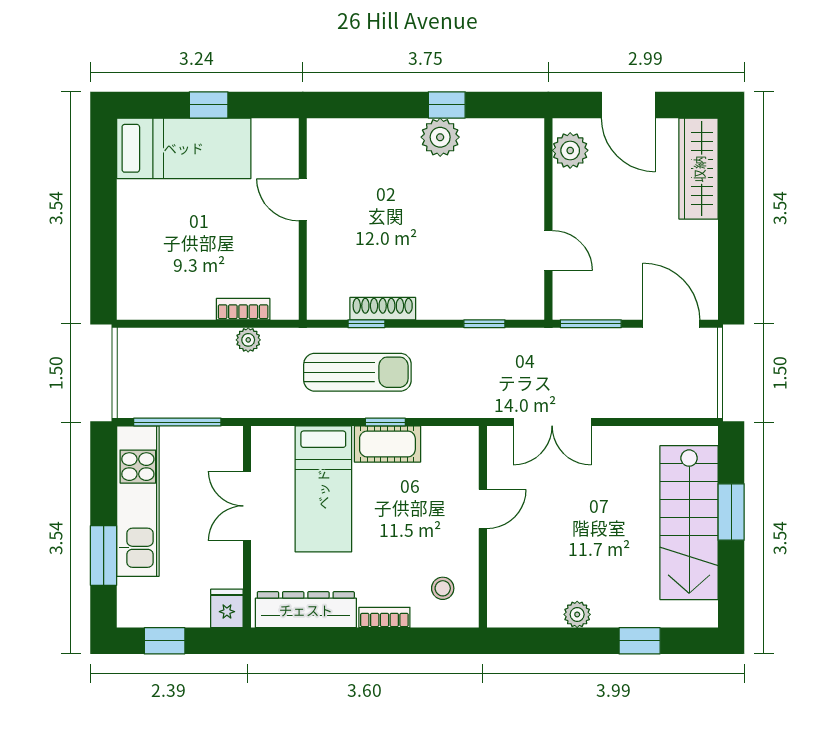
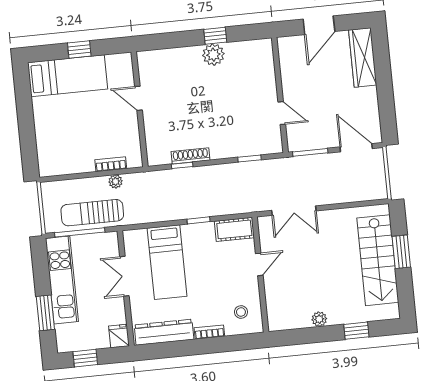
door: (628, 105) -> (319, 25), hinge flipped
plant: (570, 150) -> (288, 55), removed
sun lounger: (357, 372) -> (92, 213), moved, turned 180
cot: (387, 444) -> (234, 229), moved

